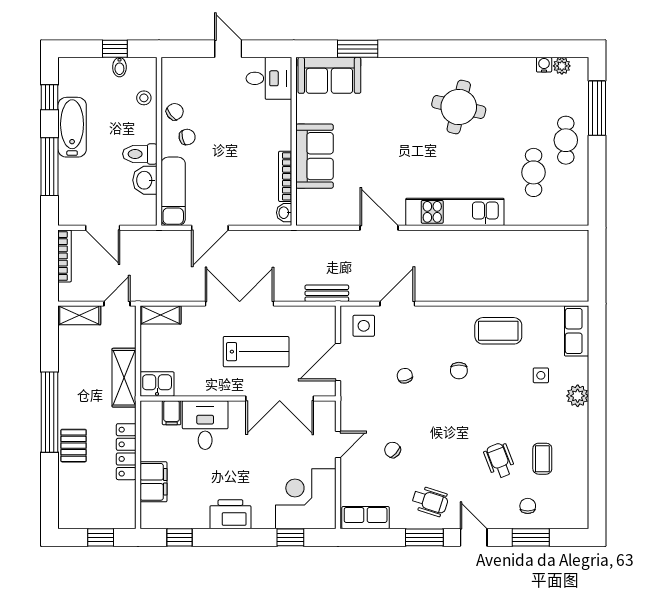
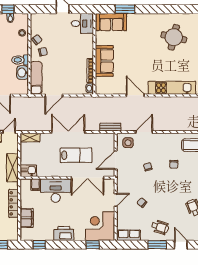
desk: (205, 425) -> (56, 191), width x1.37

